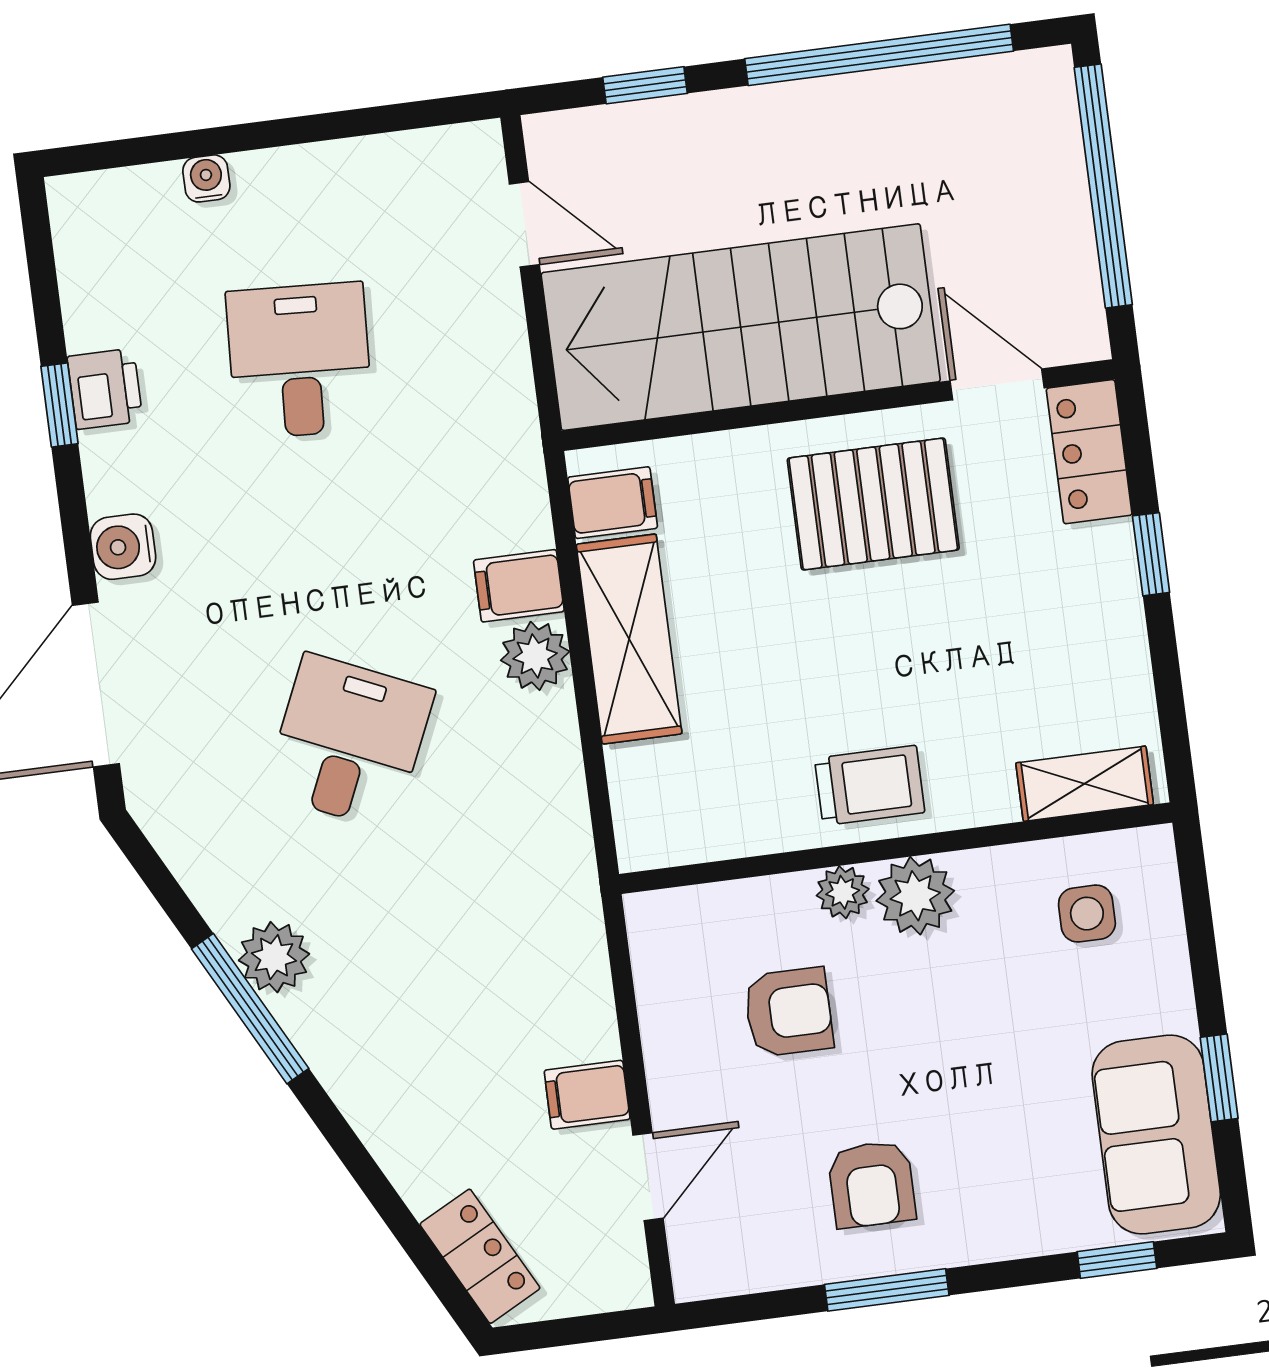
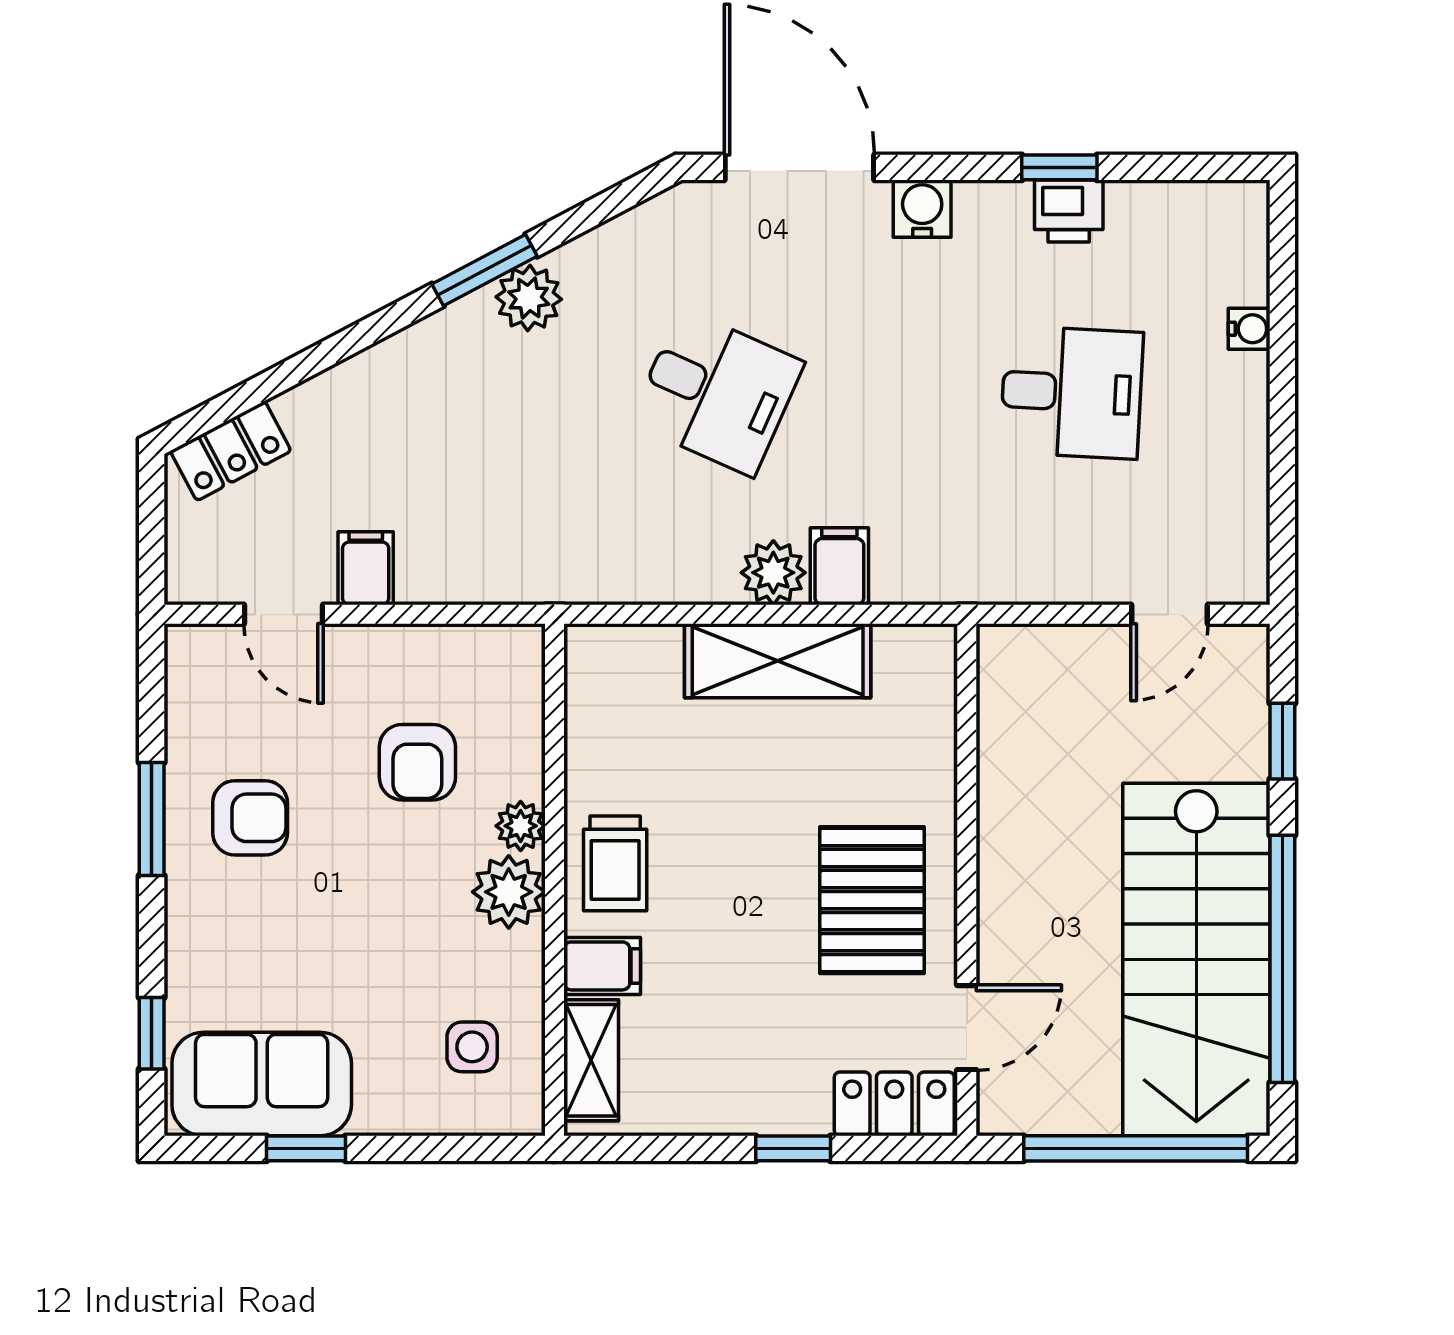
stairs: (741, 327) -> (1196, 959), moved, turned 180
filing cabinet: (613, 503) -> (602, 966), moved, turned -90
window: (250, 1009) -> (485, 270), width x0.69
armchair: (872, 1184) -> (250, 818), turned 180

